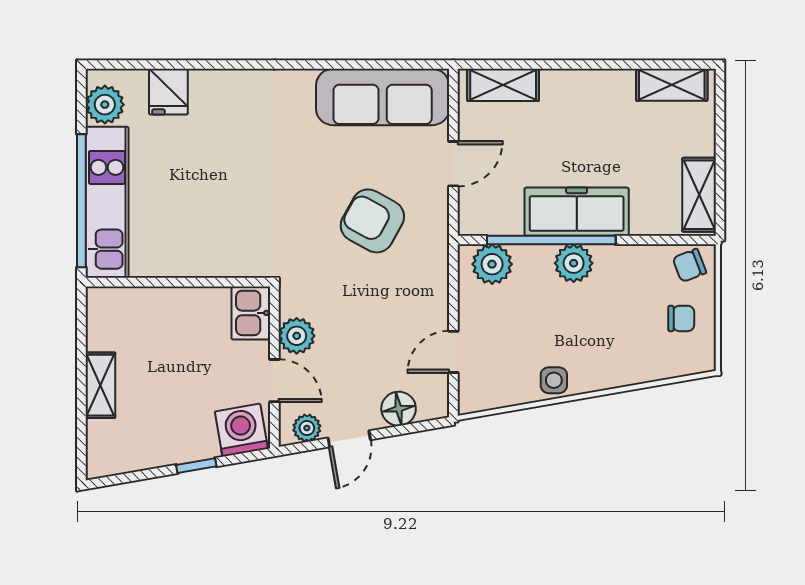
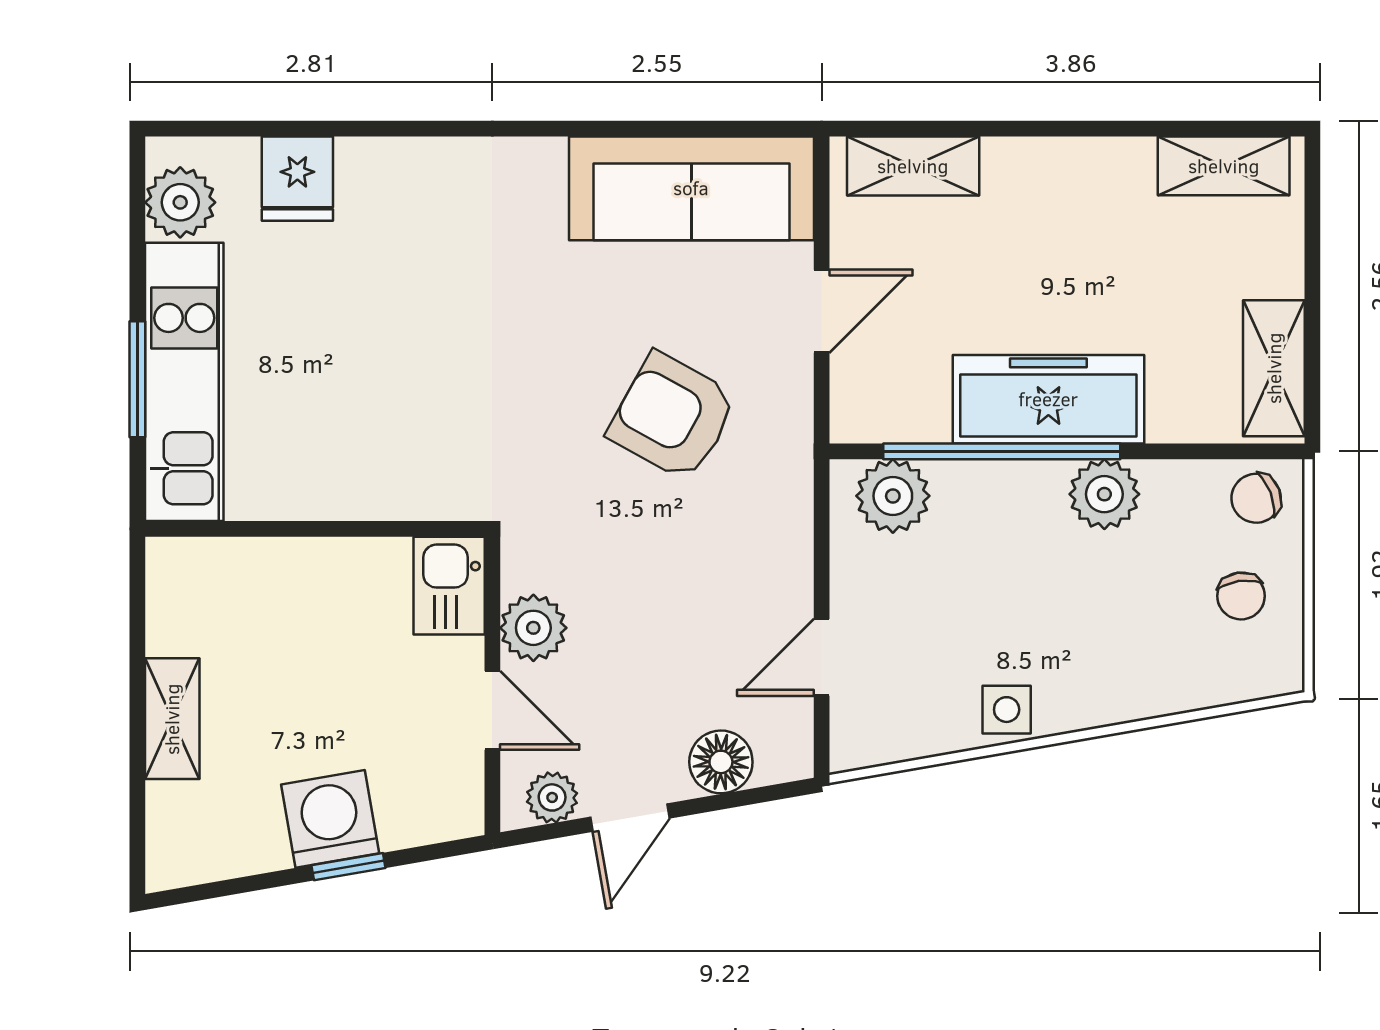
window: (81, 201) -> (137, 379), width x0.47
plant: (574, 263) -> (1104, 494), moved
chair: (681, 318) -> (1241, 596), turned 82
washing machine: (241, 430) -> (330, 819), moved

